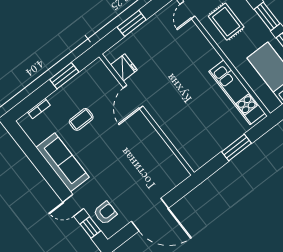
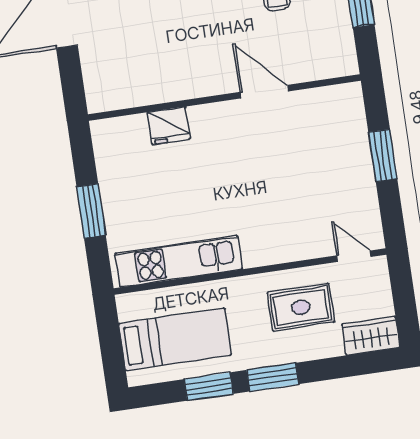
fridge: (124, 67) -> (169, 126), moved

